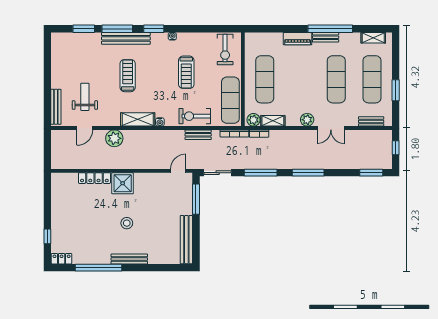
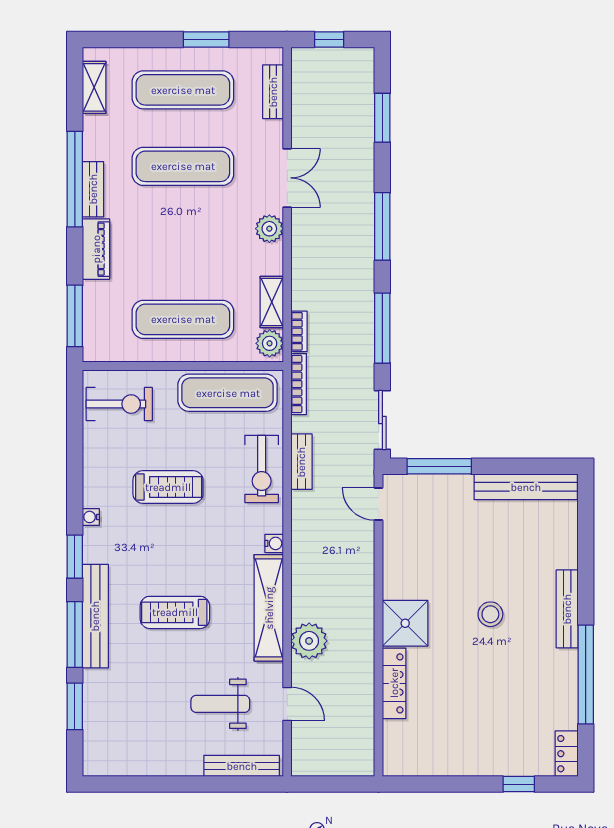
window: (266, 29) -> (75, 316), added
shelving: (138, 119) -> (269, 608), width x1.47
window: (371, 173) -> (382, 118), moved

